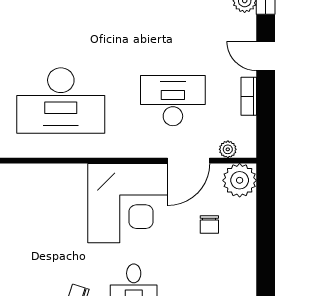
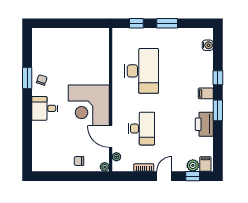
desk: (61, 101) -> (142, 71), turned 180
plant: (240, 180) -> (105, 167), width x0.53, depth x0.53
chair: (209, 225) -> (79, 161), moved

